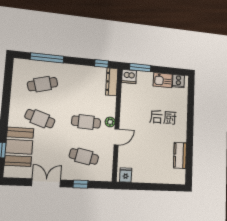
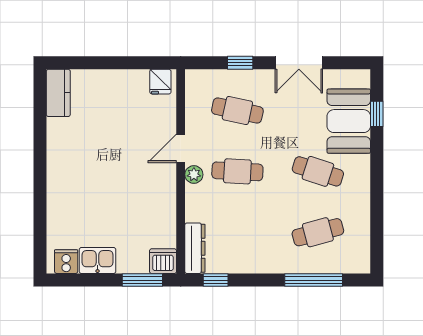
kitchen counter: (180, 155) -> (58, 93), moved

